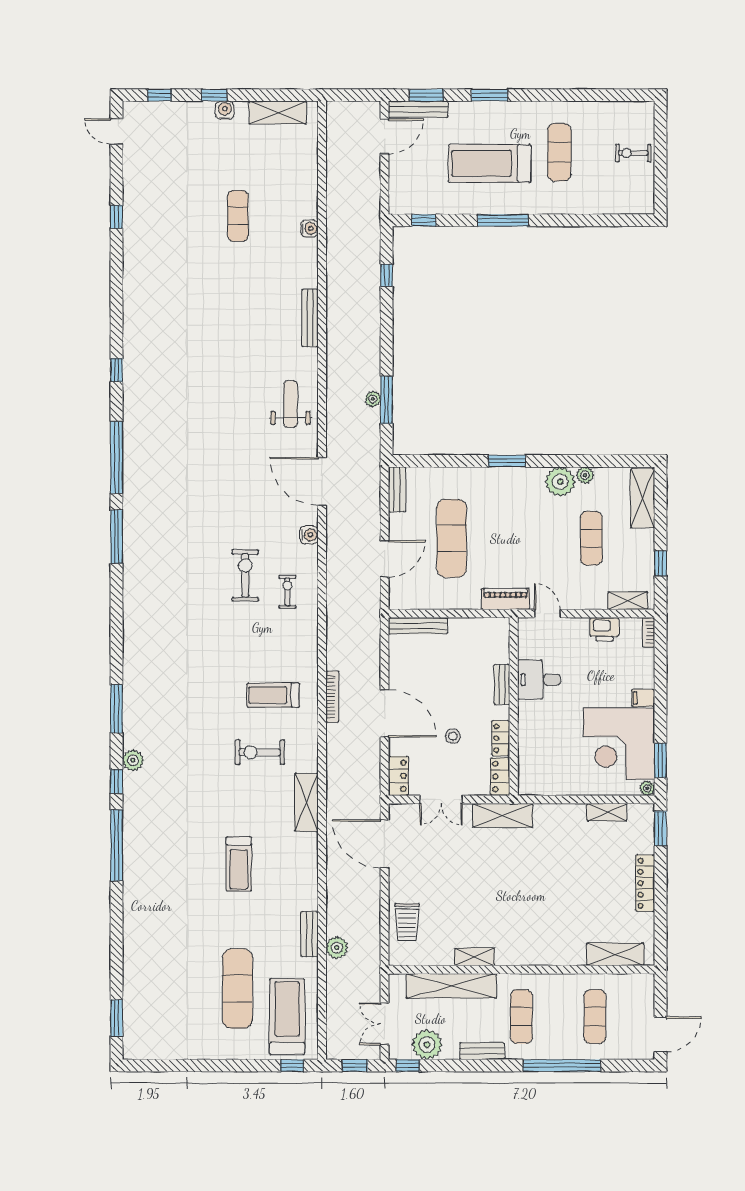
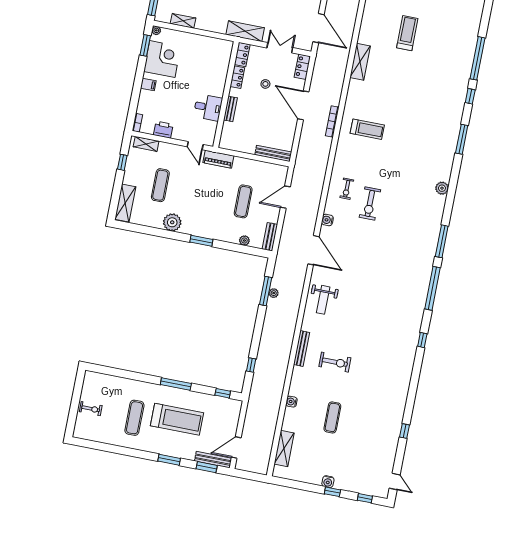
shelving: (278, 112) -> (284, 449), moved, turned 90
plant: (585, 475) -> (244, 240), moved
exercise mat: (452, 538) -> (243, 201), width x0.73, depth x0.69
corner desk: (619, 744) -> (162, 59), width x0.74, depth x0.74
exercise bike: (260, 752) -> (335, 362), moved
plant: (133, 760) -> (442, 188), moved

